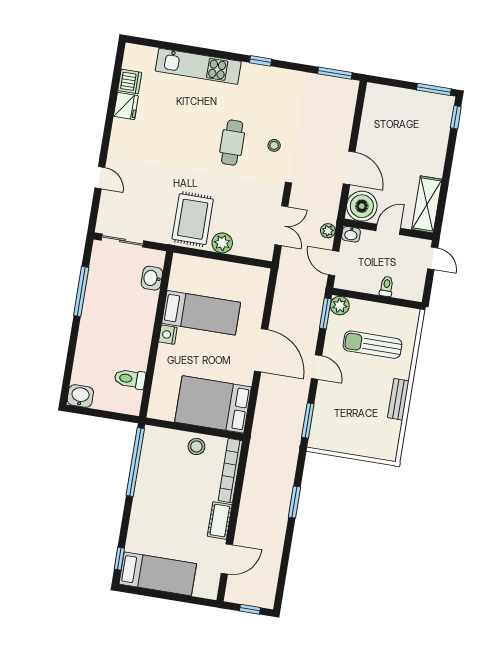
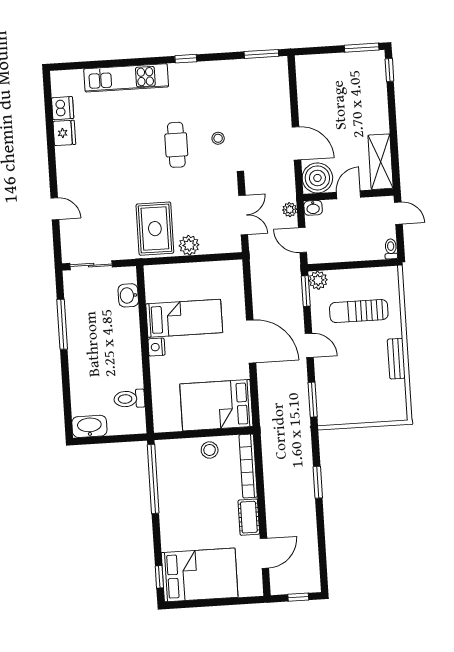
toilet: (386, 286) -> (391, 249), moved
washbasin: (80, 396) -> (89, 426), width x1.38
bed: (158, 574) -> (200, 575), width x1.50

